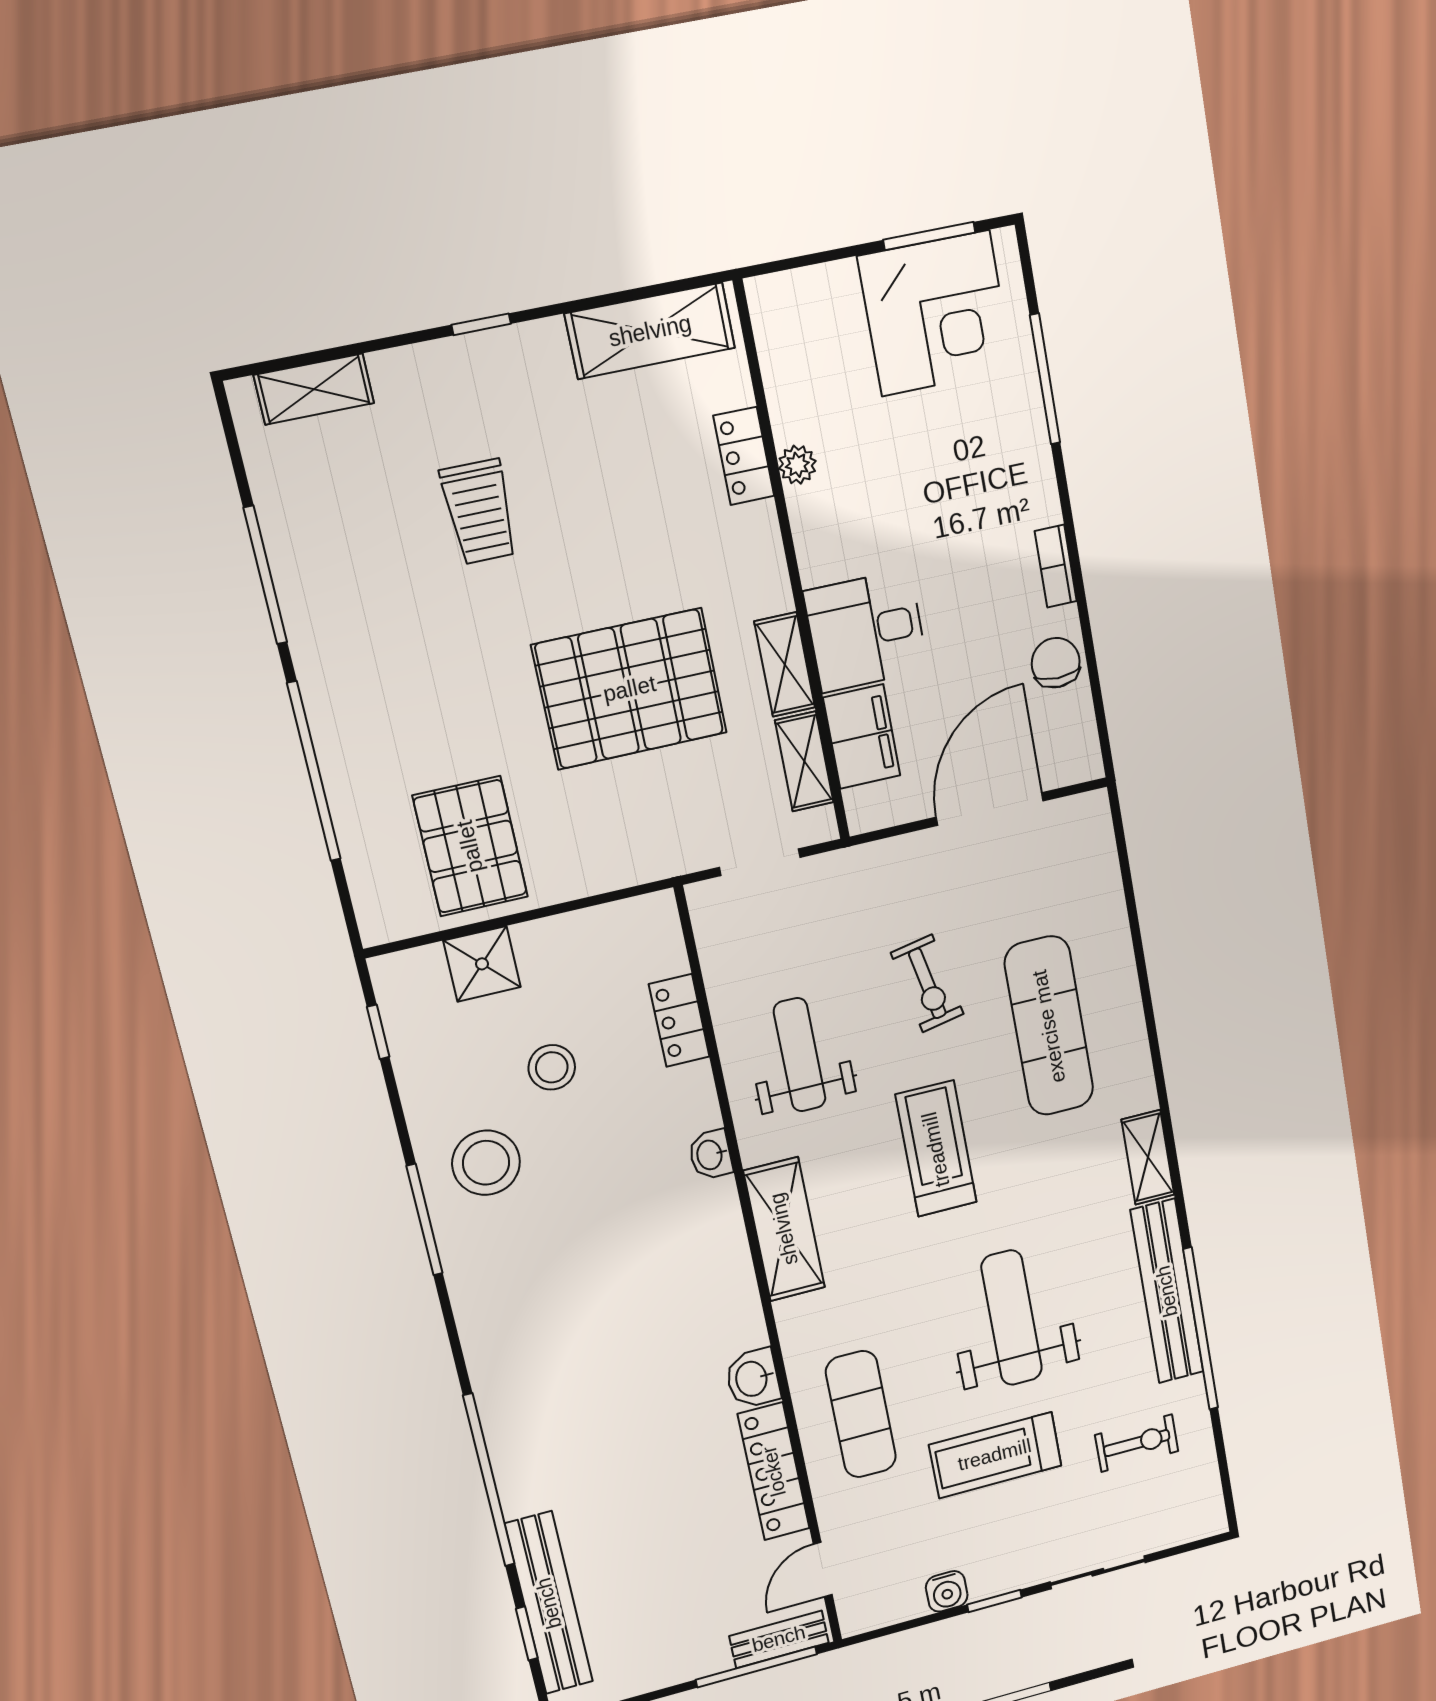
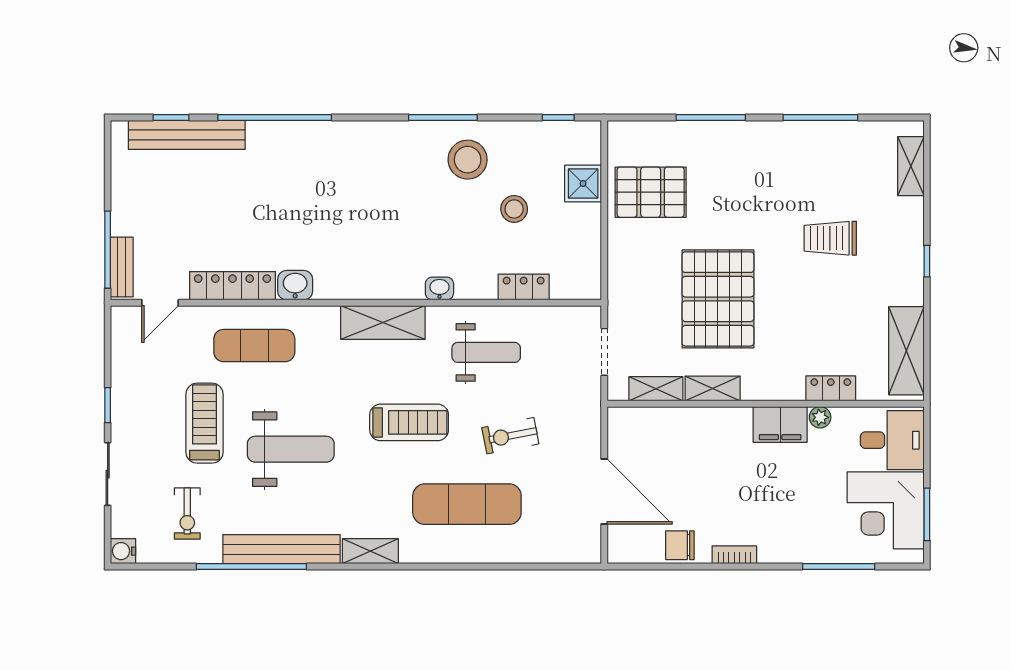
desk: (866, 631) -> (892, 440), moved, turned 90
chair: (1056, 663) -> (680, 545), turned 180
filing cabinet: (862, 737) -> (780, 425), moved
window: (314, 772) -> (711, 118), width x0.68
door: (823, 1570) -> (160, 303), swing flipped
water cooler: (947, 1591) -> (123, 551), moved

